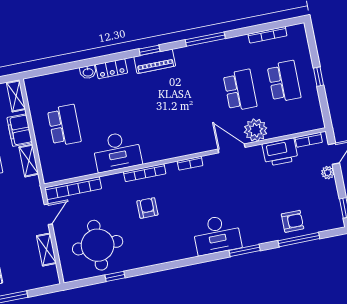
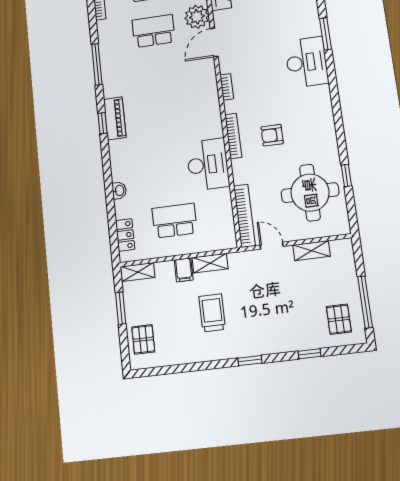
locker: (112, 69) -> (125, 235), moved
filing cabinet: (20, 130) -> (184, 270), width x0.50

